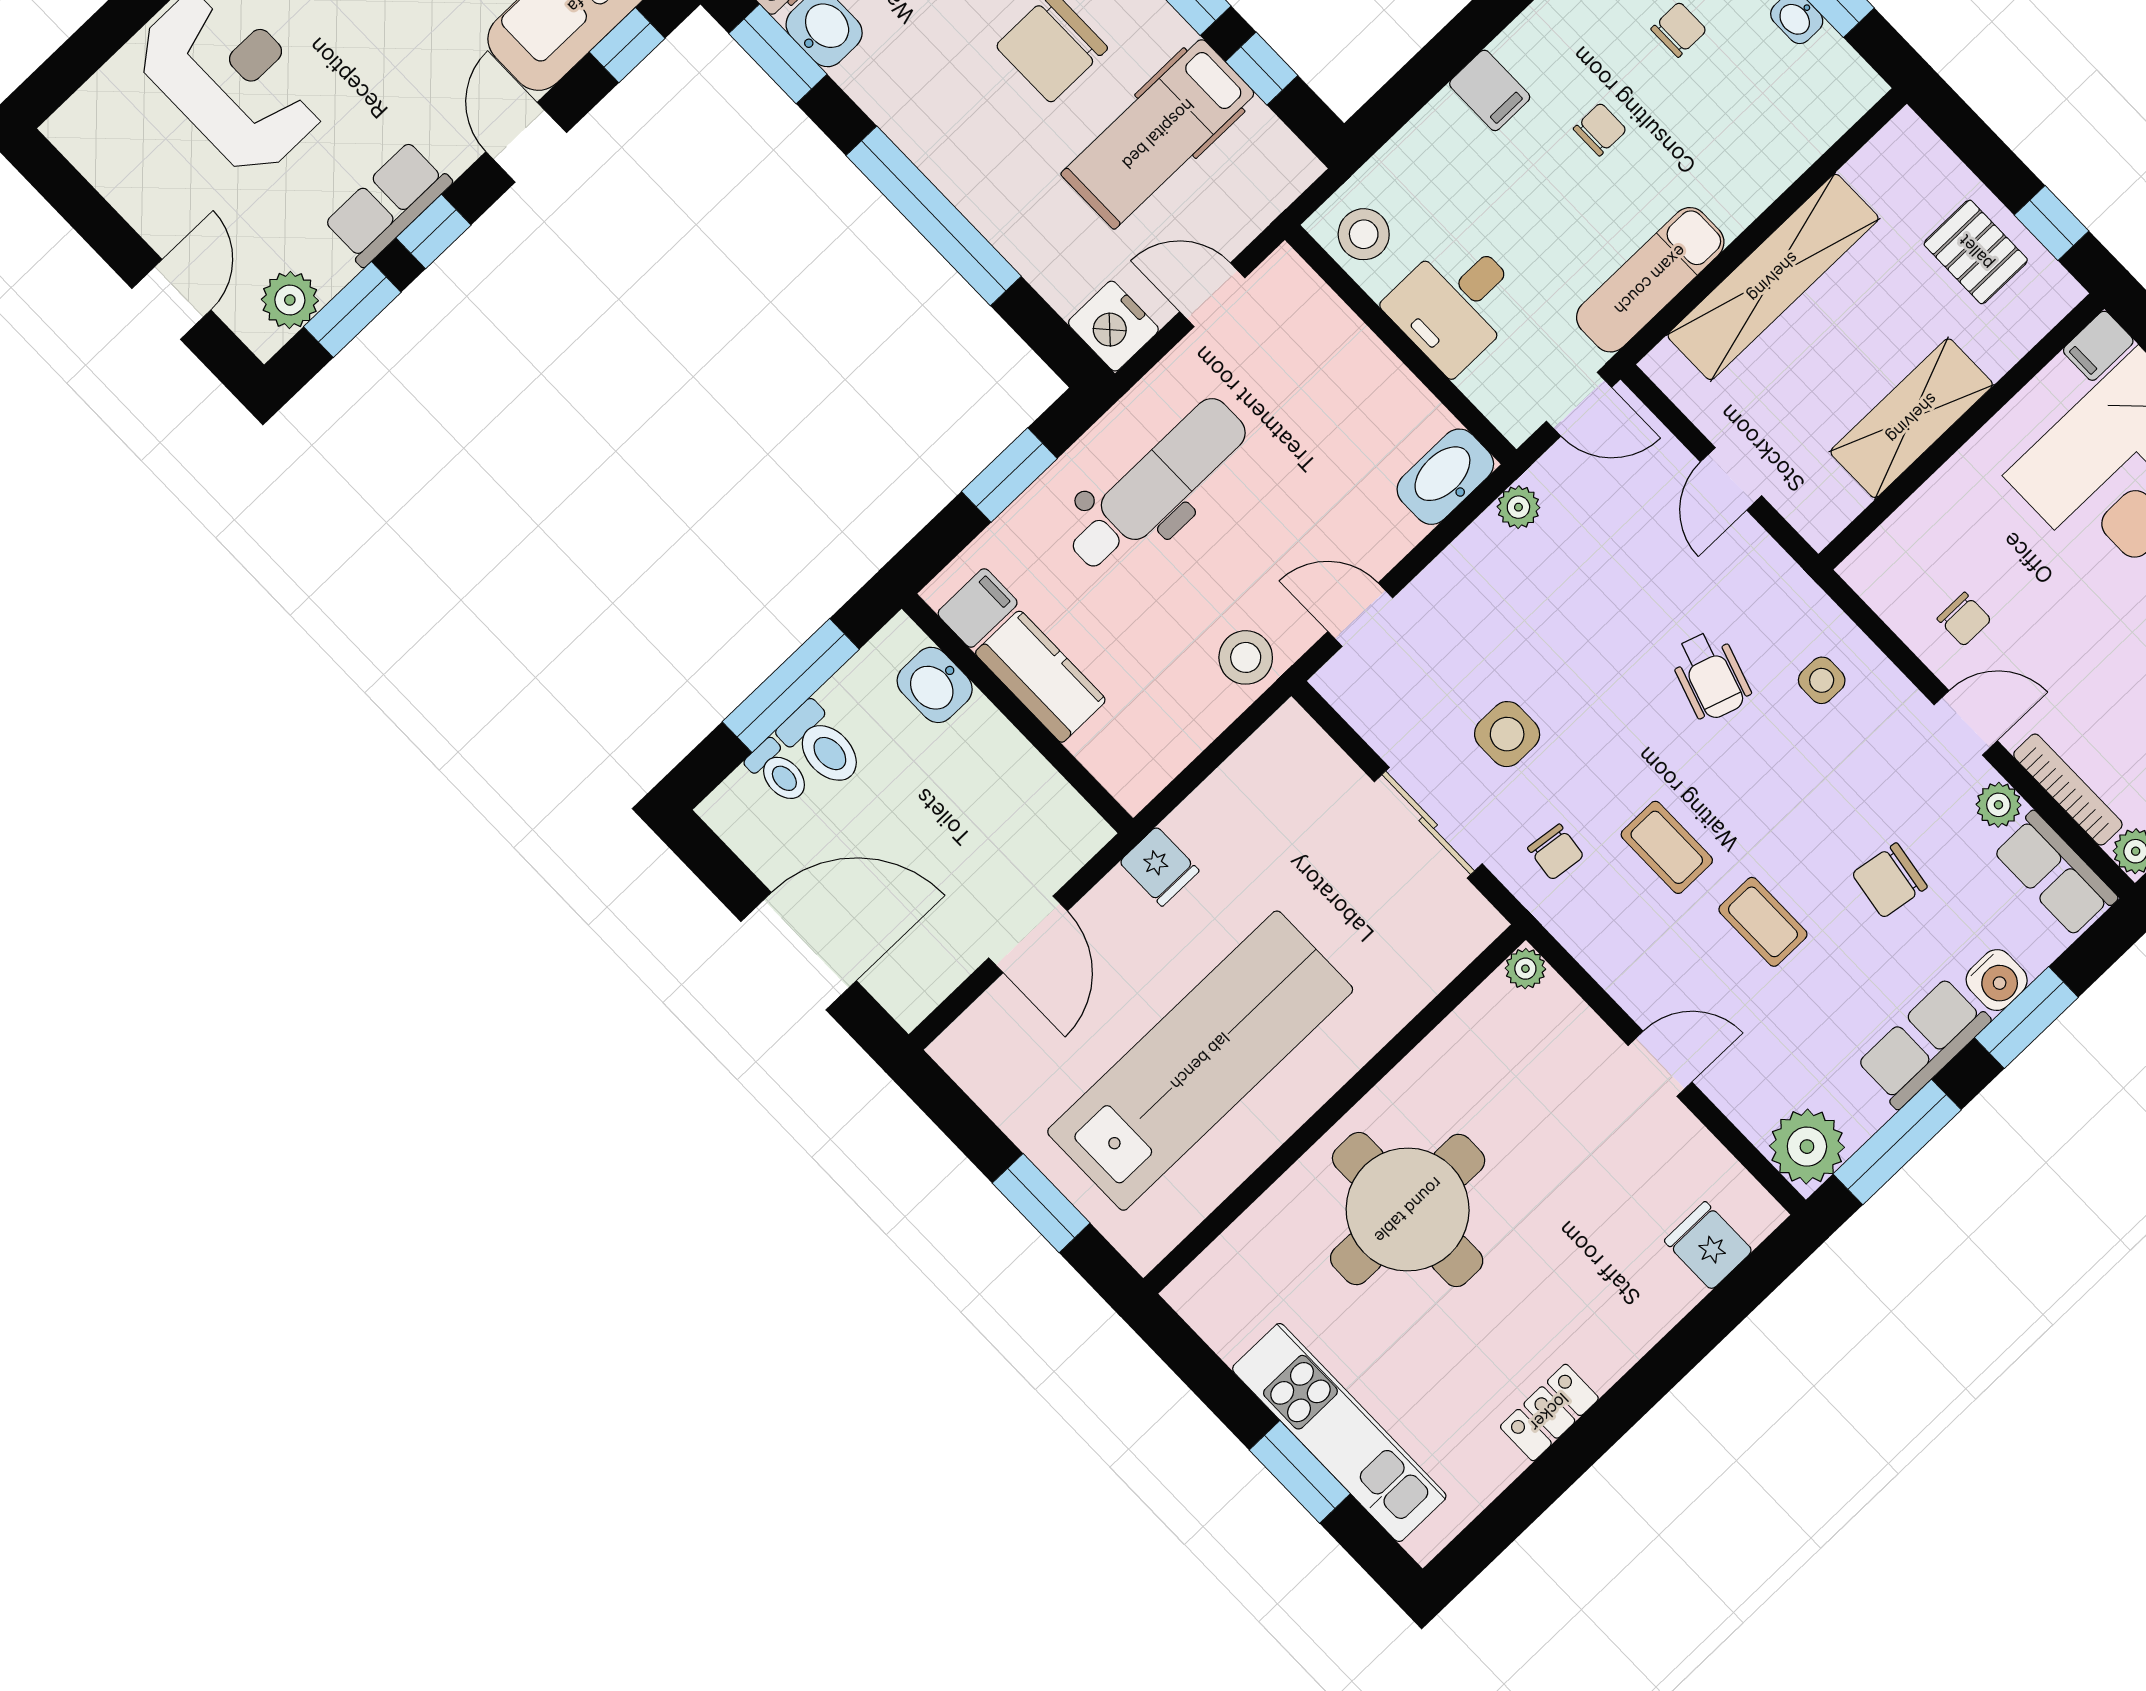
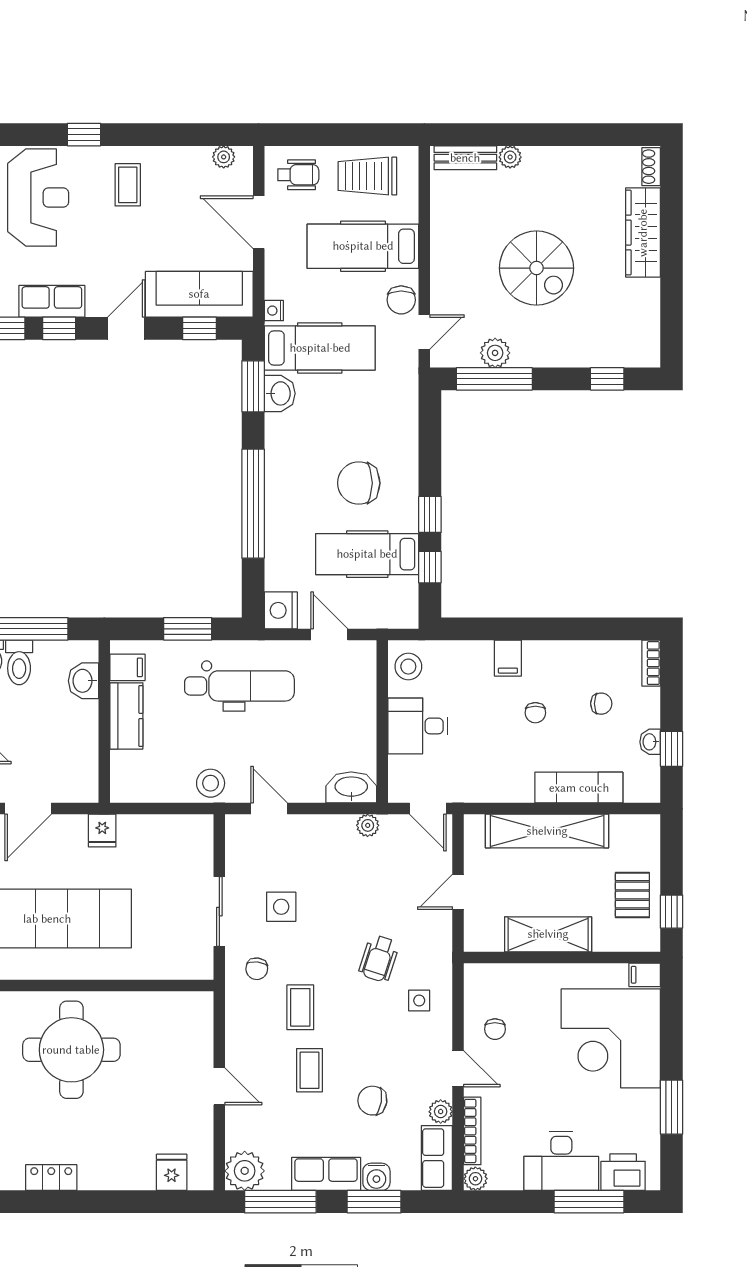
chair: (1600, 129) -> (535, 713), turned 90
exam couch: (1650, 280) -> (579, 788), moved
plant: (1525, 969) -> (203, 1002), removed

